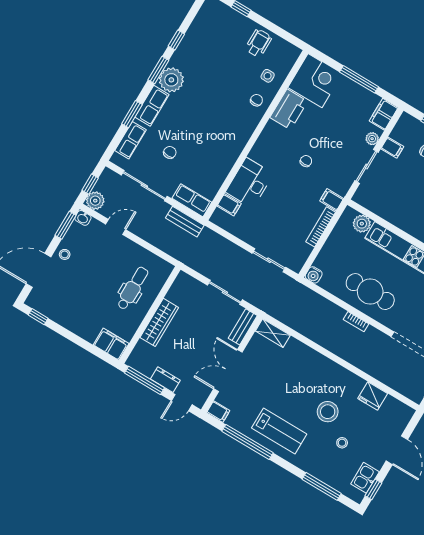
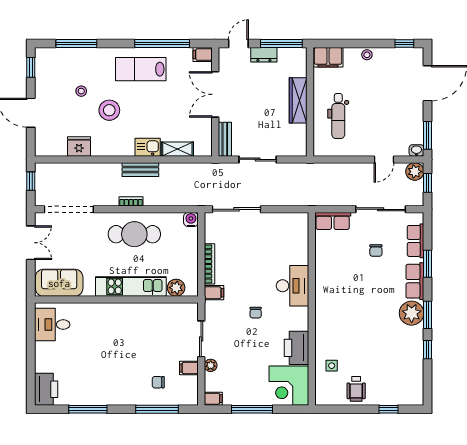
chair: (256, 100) -> (329, 339), removed
filing cabinet: (384, 114) -> (213, 399), width x0.50
desk: (250, 183) -> (292, 286), moved
filing cabinet: (229, 205) -> (299, 236), removed
bench: (185, 222) -> (140, 170), moved
stool: (65, 254) -> (367, 55), moved
sliding door: (269, 260) -> (236, 209), width x1.37
shelving: (273, 333) -> (177, 149), moved
double door: (228, 371) -> (215, 94), swing flipped
kitchen sink: (365, 478) -> (148, 147), moved, turned -90

